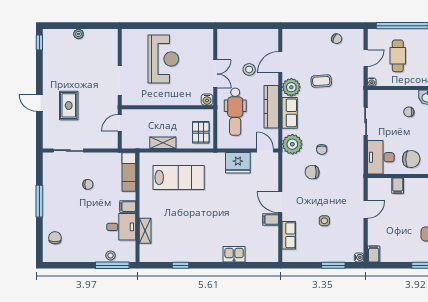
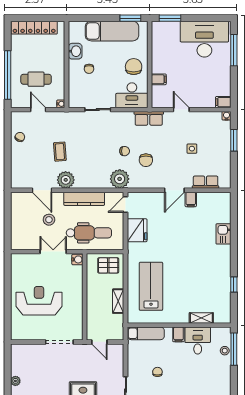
row of seats: (290, 113) -> (149, 118), moved, turned 180

